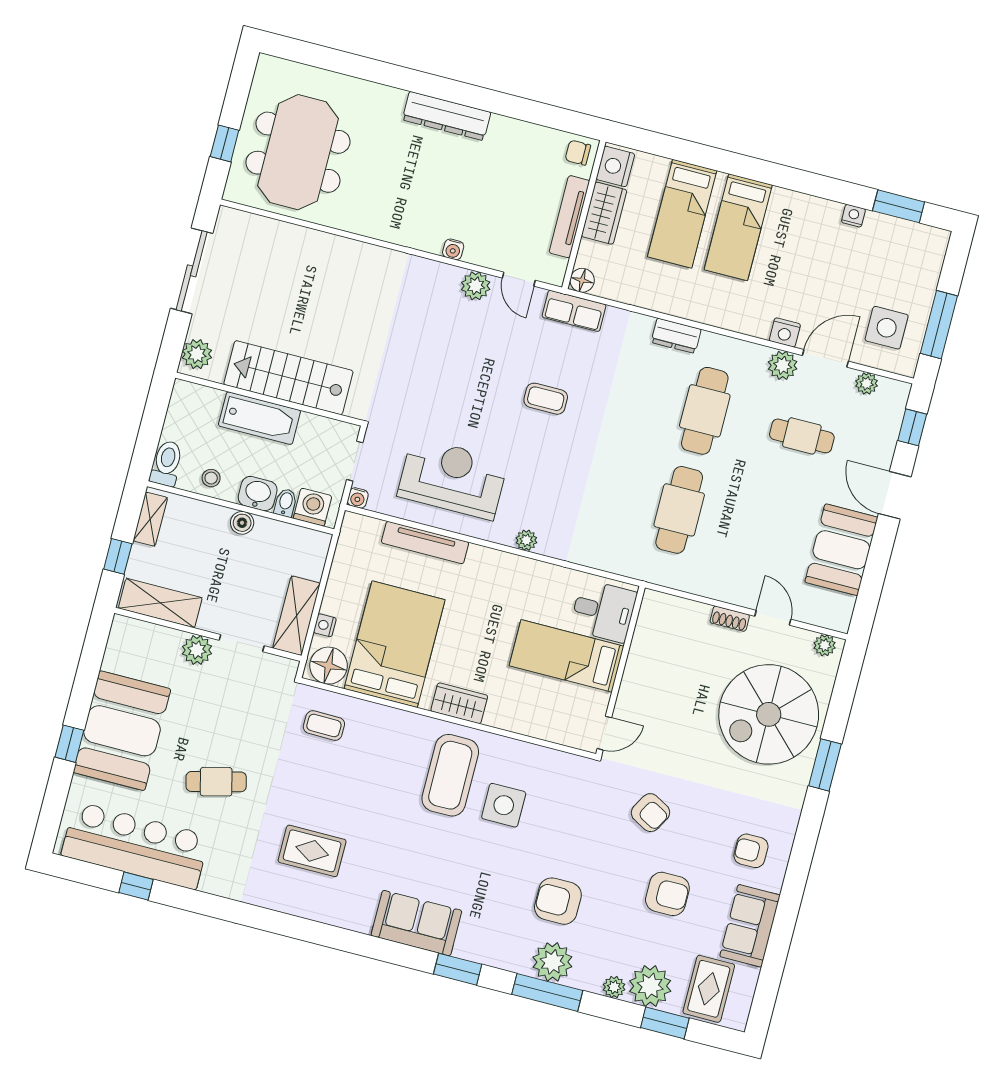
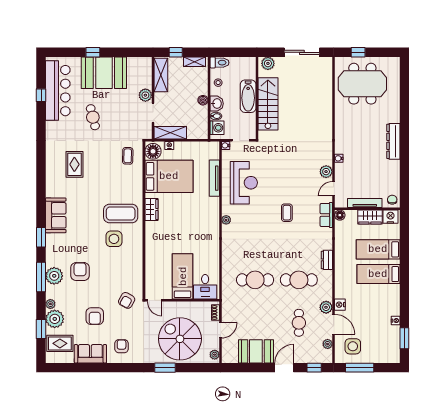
desk: (603, 611) -> (205, 287), moved
bed: (567, 656) -> (183, 276), moved
wall: (620, 671) -> (182, 300), moved
door: (604, 733) -> (155, 300), moved

